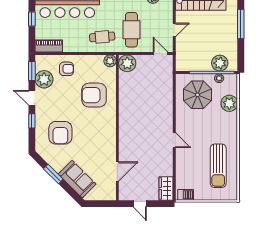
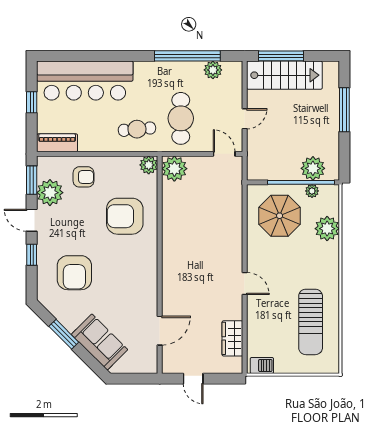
wardrobe: (166, 188) -> (232, 338), moved

